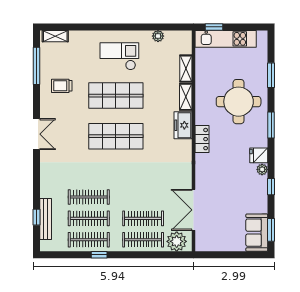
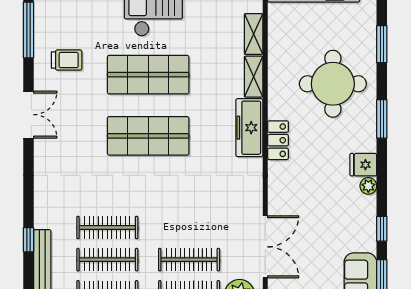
trolley: (62, 86) -> (67, 60), turned 180
freezer: (183, 125) -> (249, 128), width x1.40
double door: (36, 134) -> (28, 115), moved
window: (271, 187) -> (382, 229), moved
double door: (194, 210) -> (265, 247), swing flipped
window: (36, 217) -> (28, 240), moved

